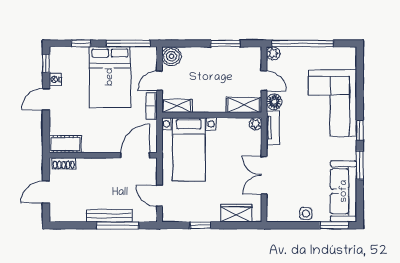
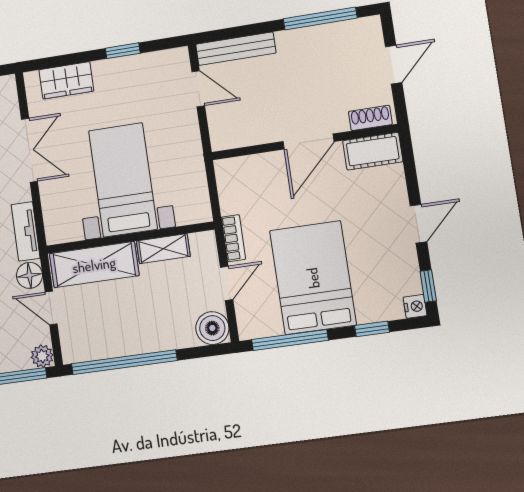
window: (225, 43) -> (124, 362), width x2.11
nightstand: (55, 79) -> (415, 306), moved
shelving: (243, 105) -> (94, 265), width x1.50, depth x1.33
shelving: (177, 106) -> (163, 249), moved
plant: (255, 124) -> (55, 234), removed
bed with nightstands: (189, 149) -> (123, 180), moved
door: (135, 155) -> (308, 142), moved
bench: (109, 216) -> (236, 49), moved
window: (118, 225) -> (320, 18), moved

